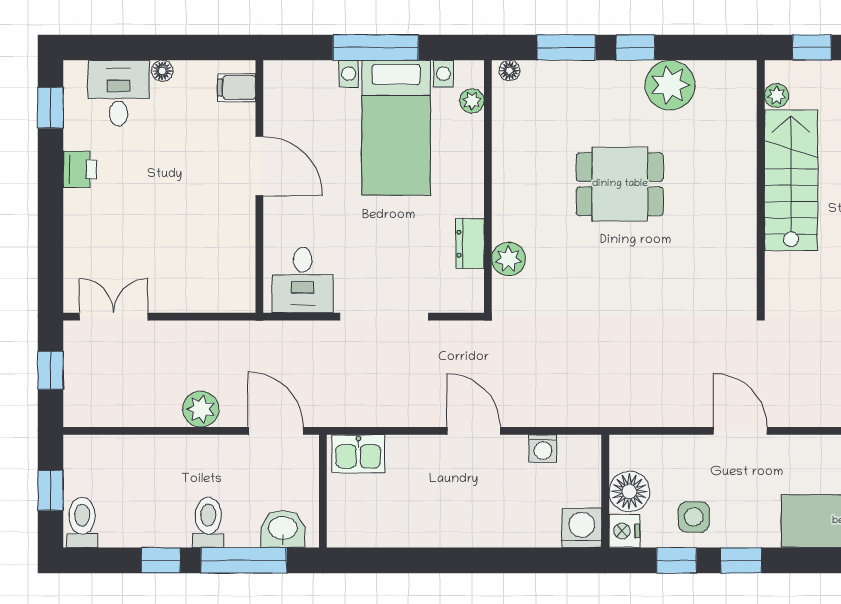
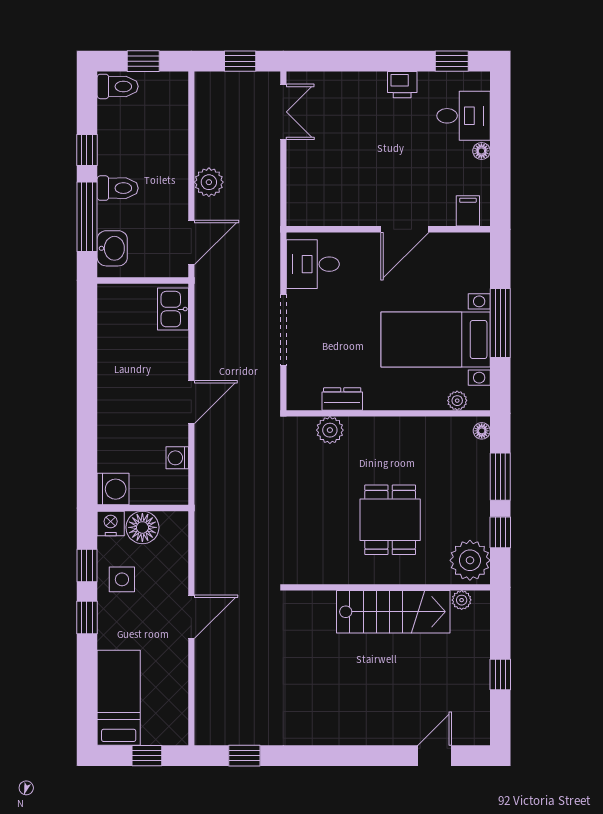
plant: (777, 96) -> (462, 600), moved
stairs: (791, 180) -> (393, 612), moved
wall: (761, 187) -> (388, 587), moved

